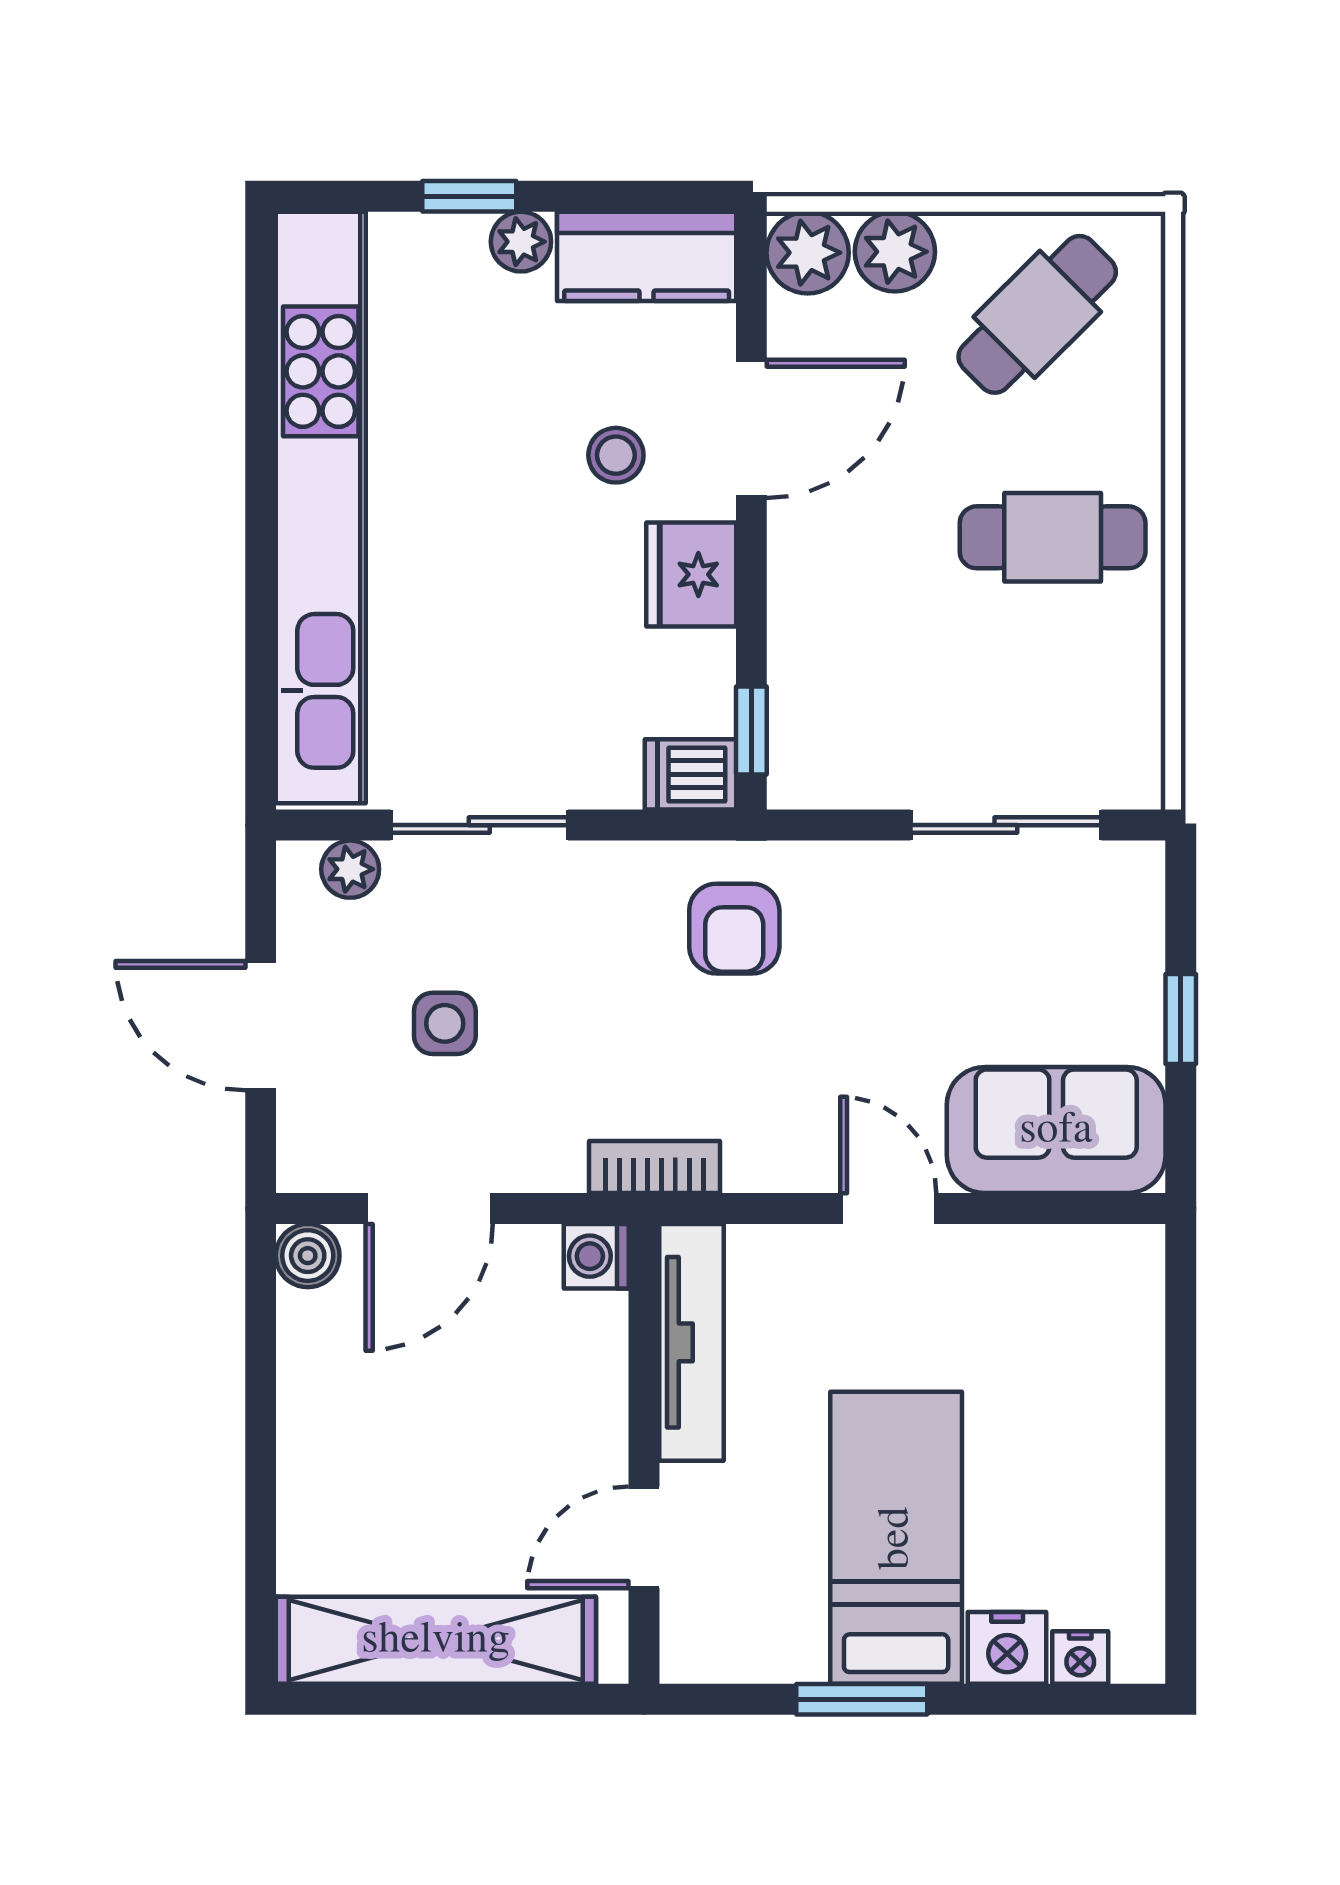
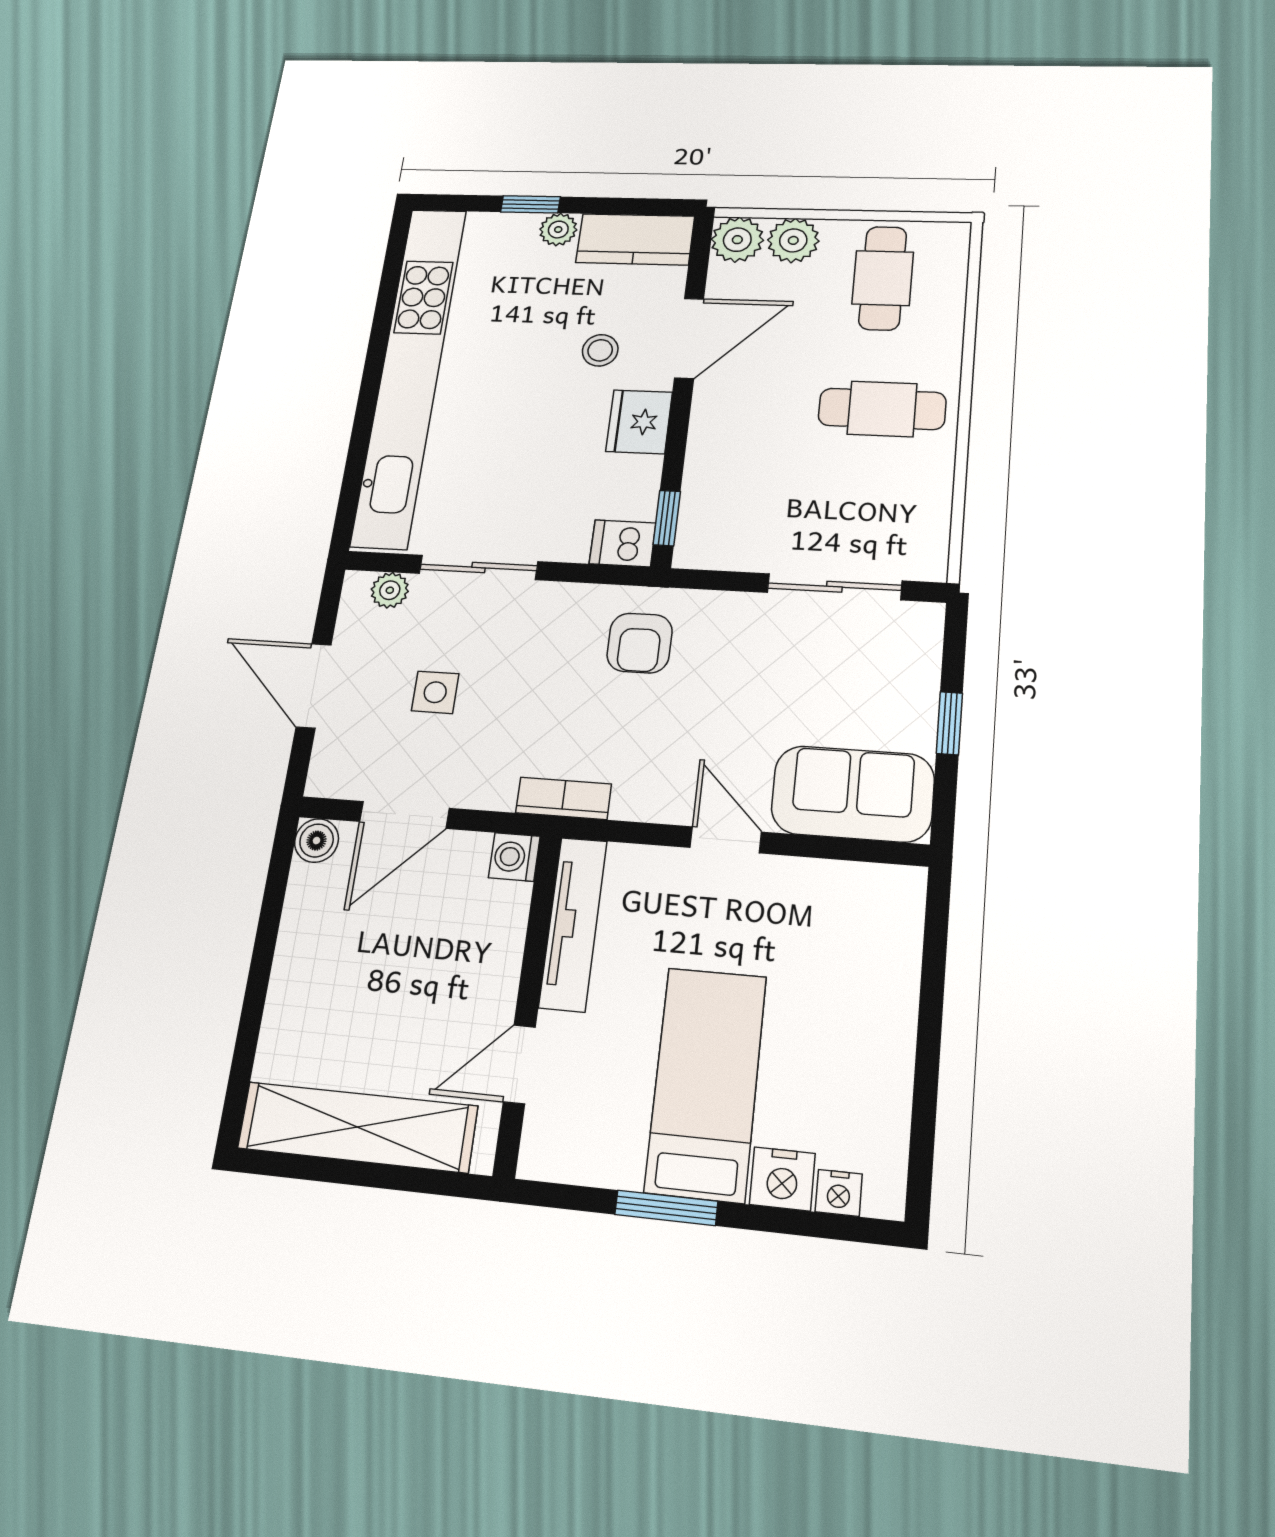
cafe table: (1037, 314) -> (883, 278), turned -45

